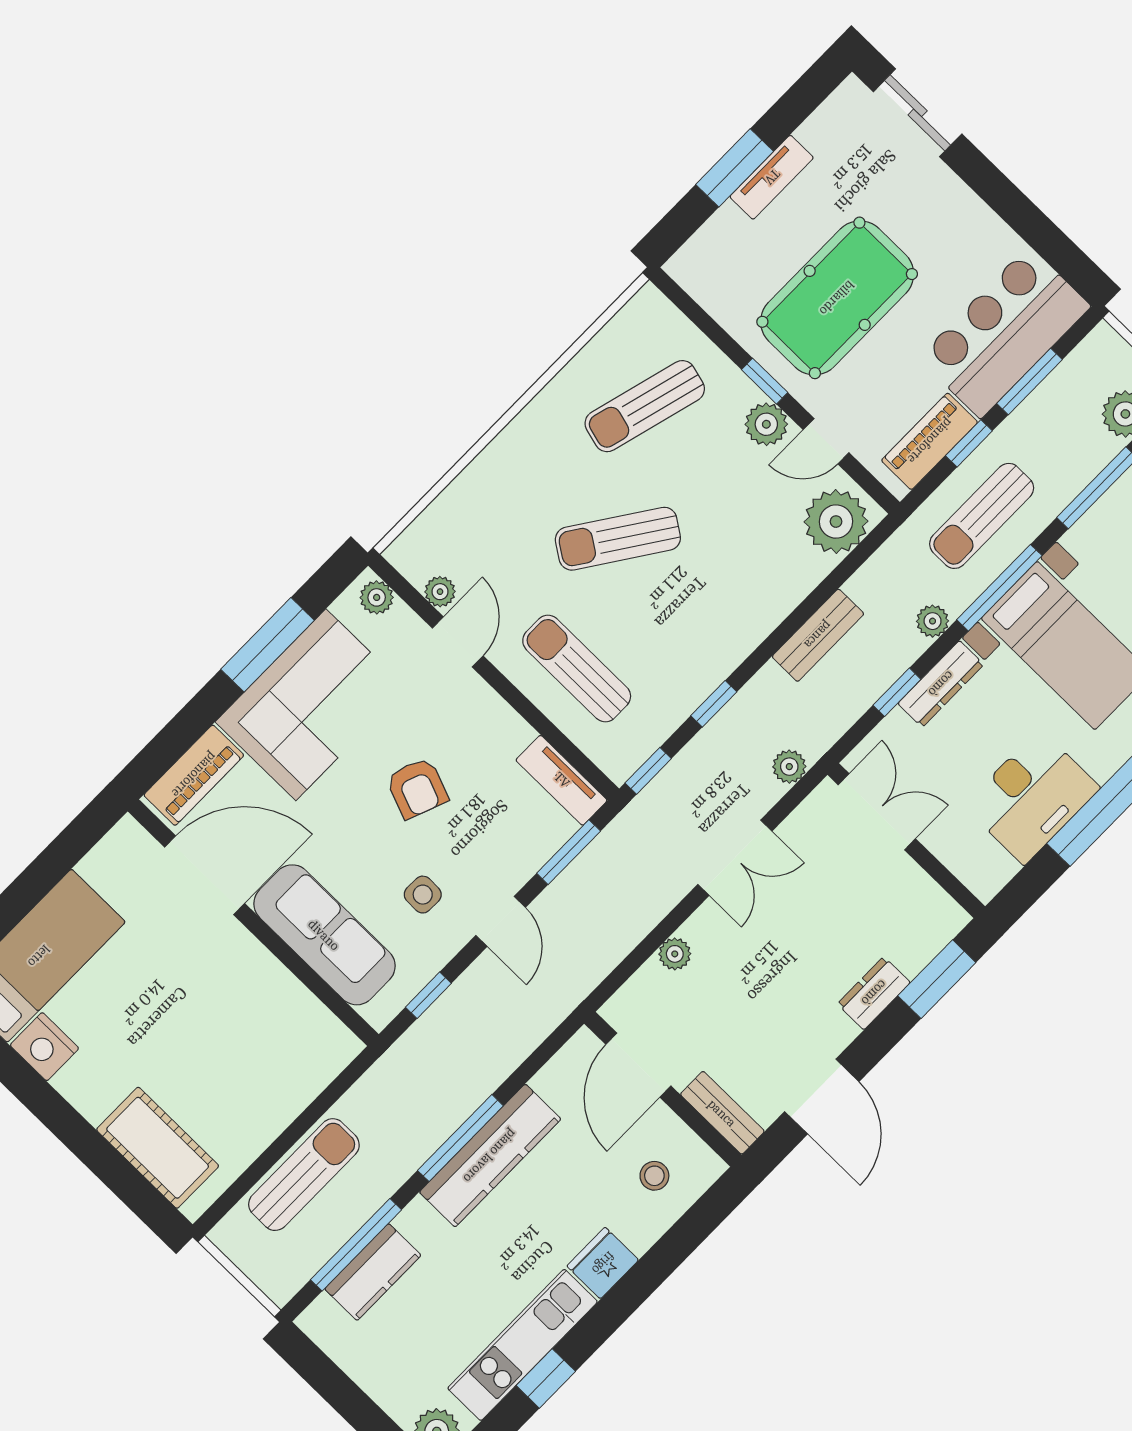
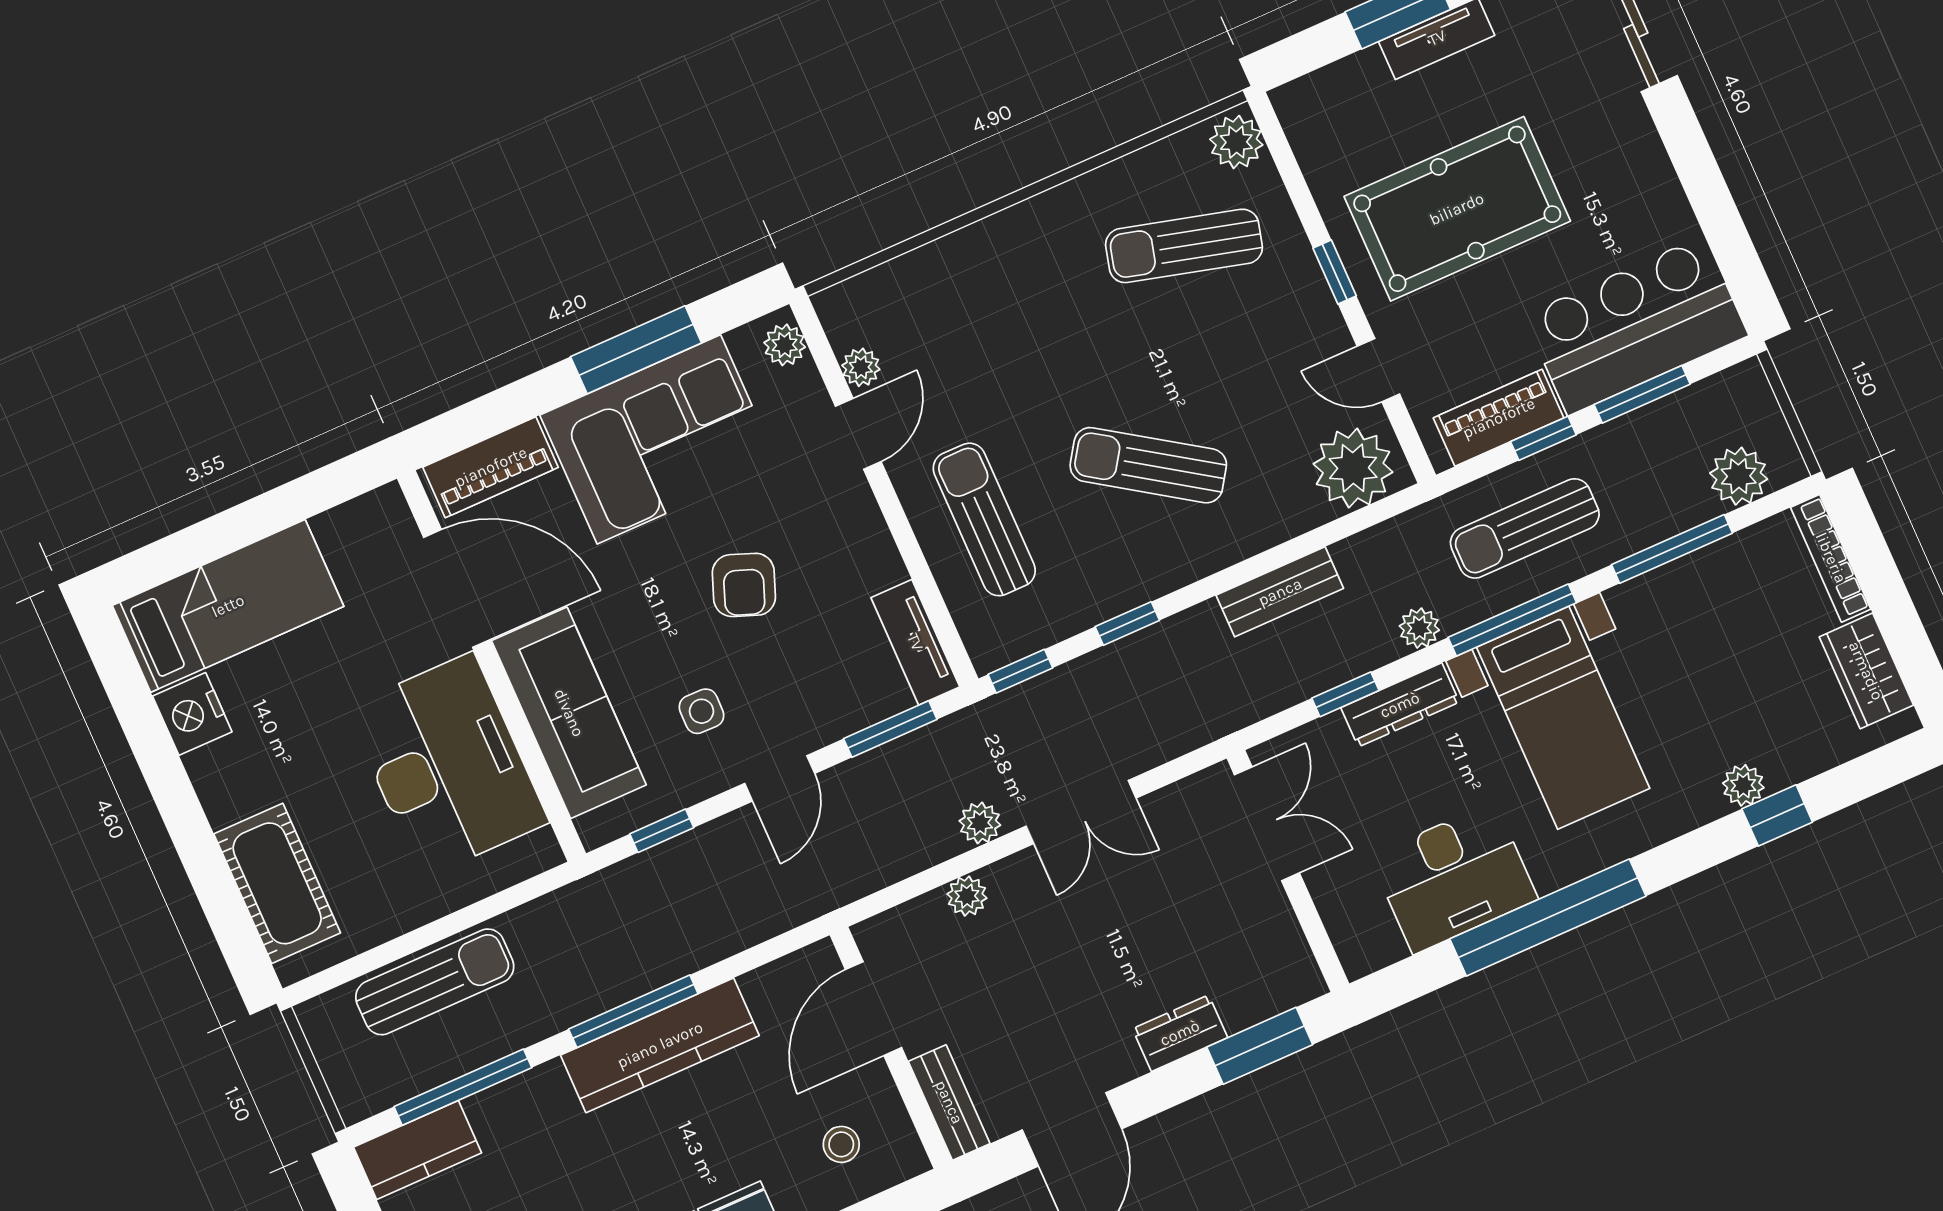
plant: (766, 424) -> (1236, 142), moved
sun lounger: (618, 539) -> (1148, 465), moved
plant: (789, 767) -> (980, 823), moved
desk: (249, 1010) -> (447, 765), added
kitchen counter: (373, 1272) -> (417, 1150), moved

